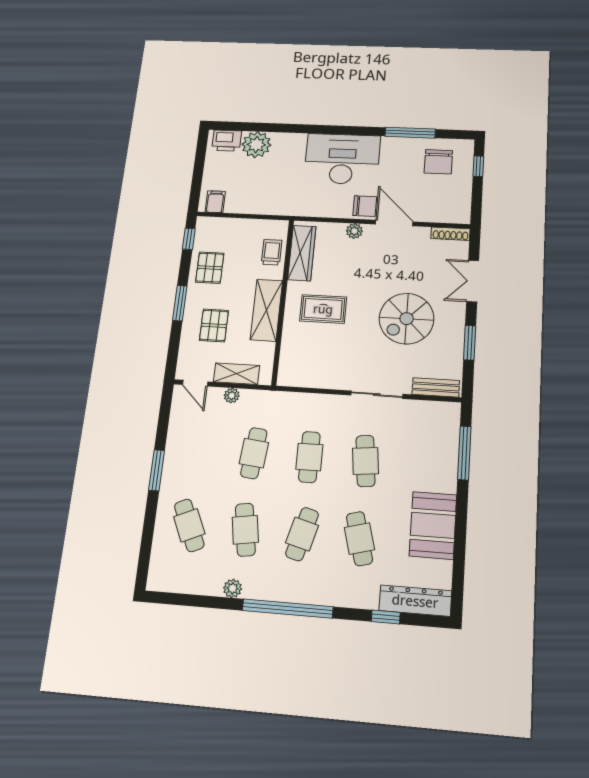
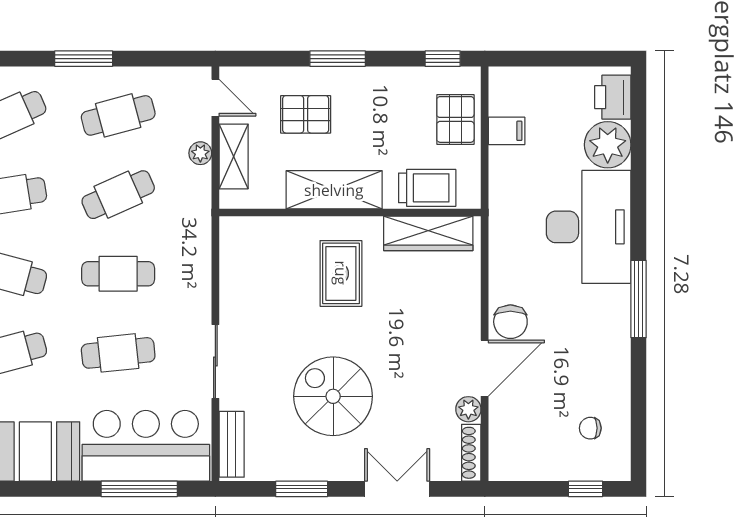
window: (410, 133) -> (639, 299), moved
desk: (342, 159) -> (589, 227), moved
chair: (438, 162) -> (590, 428), width x0.54, depth x0.54
filing cabinet: (215, 202) -> (507, 131), moved
plant: (354, 231) -> (468, 409), moved
trolley: (272, 252) -> (427, 188), width x1.36, depth x1.39
pallet: (210, 268) -> (455, 119), moved, turned 90
door: (195, 383) -> (215, 98), swing flipped
bar counter: (433, 446) -> (146, 446), added
cafe table: (199, 449) -> (118, 115), added
cafe table: (254, 453) -> (118, 195), turned -30

